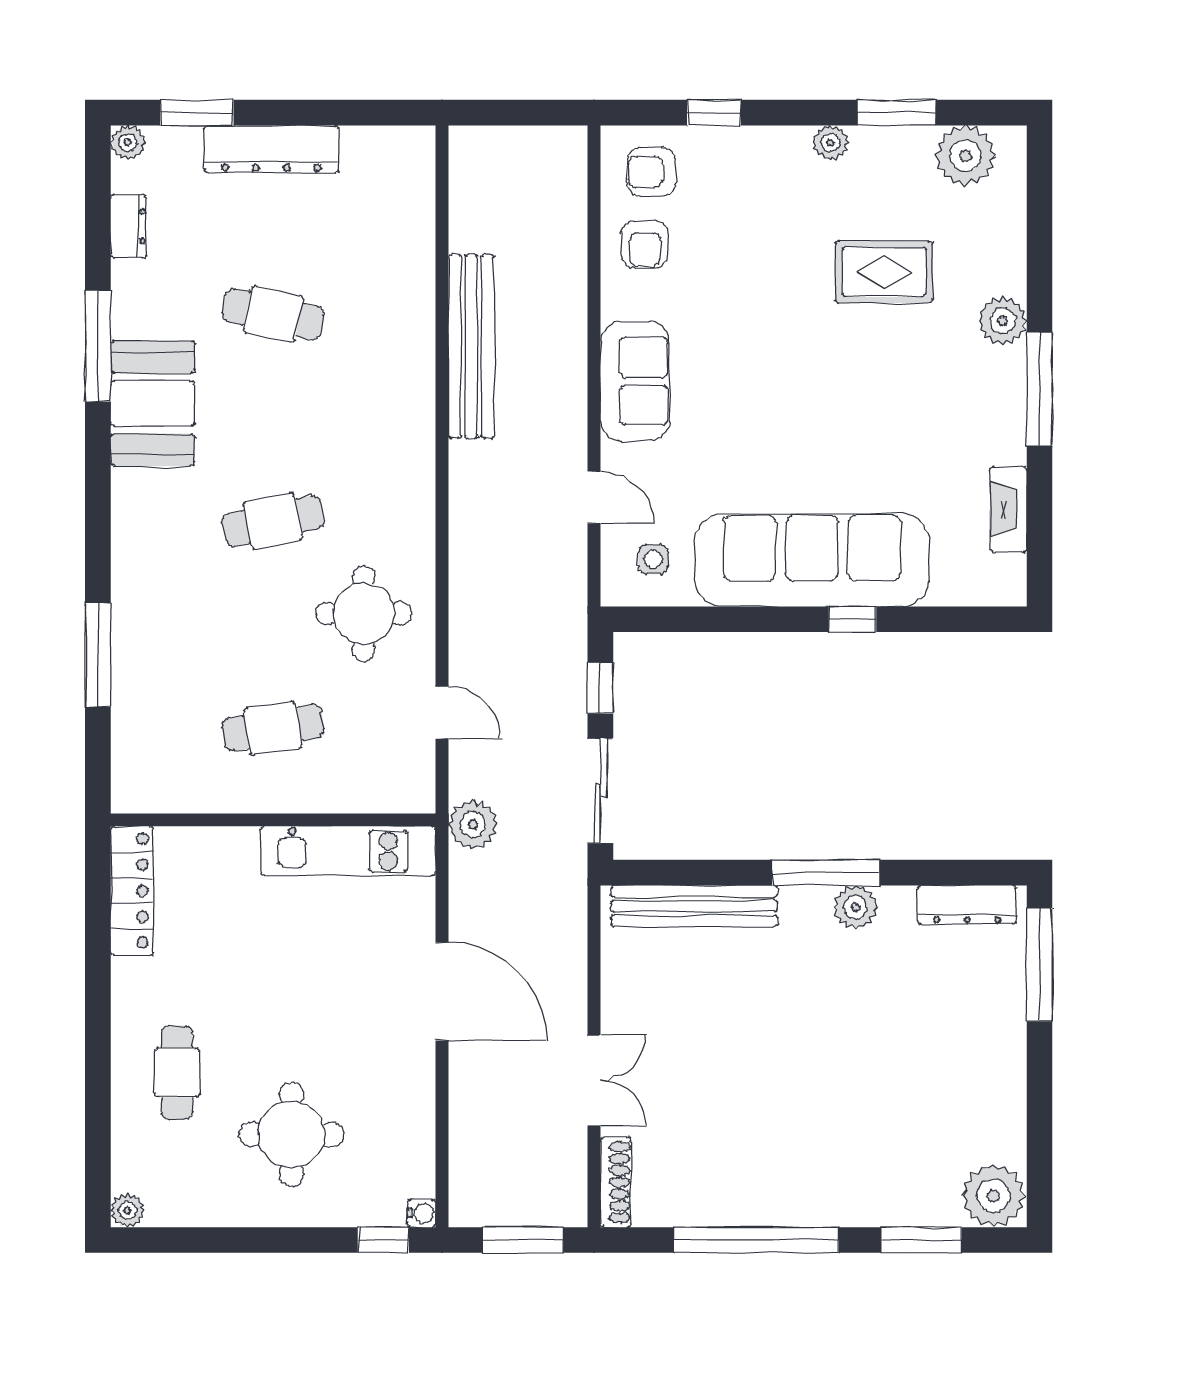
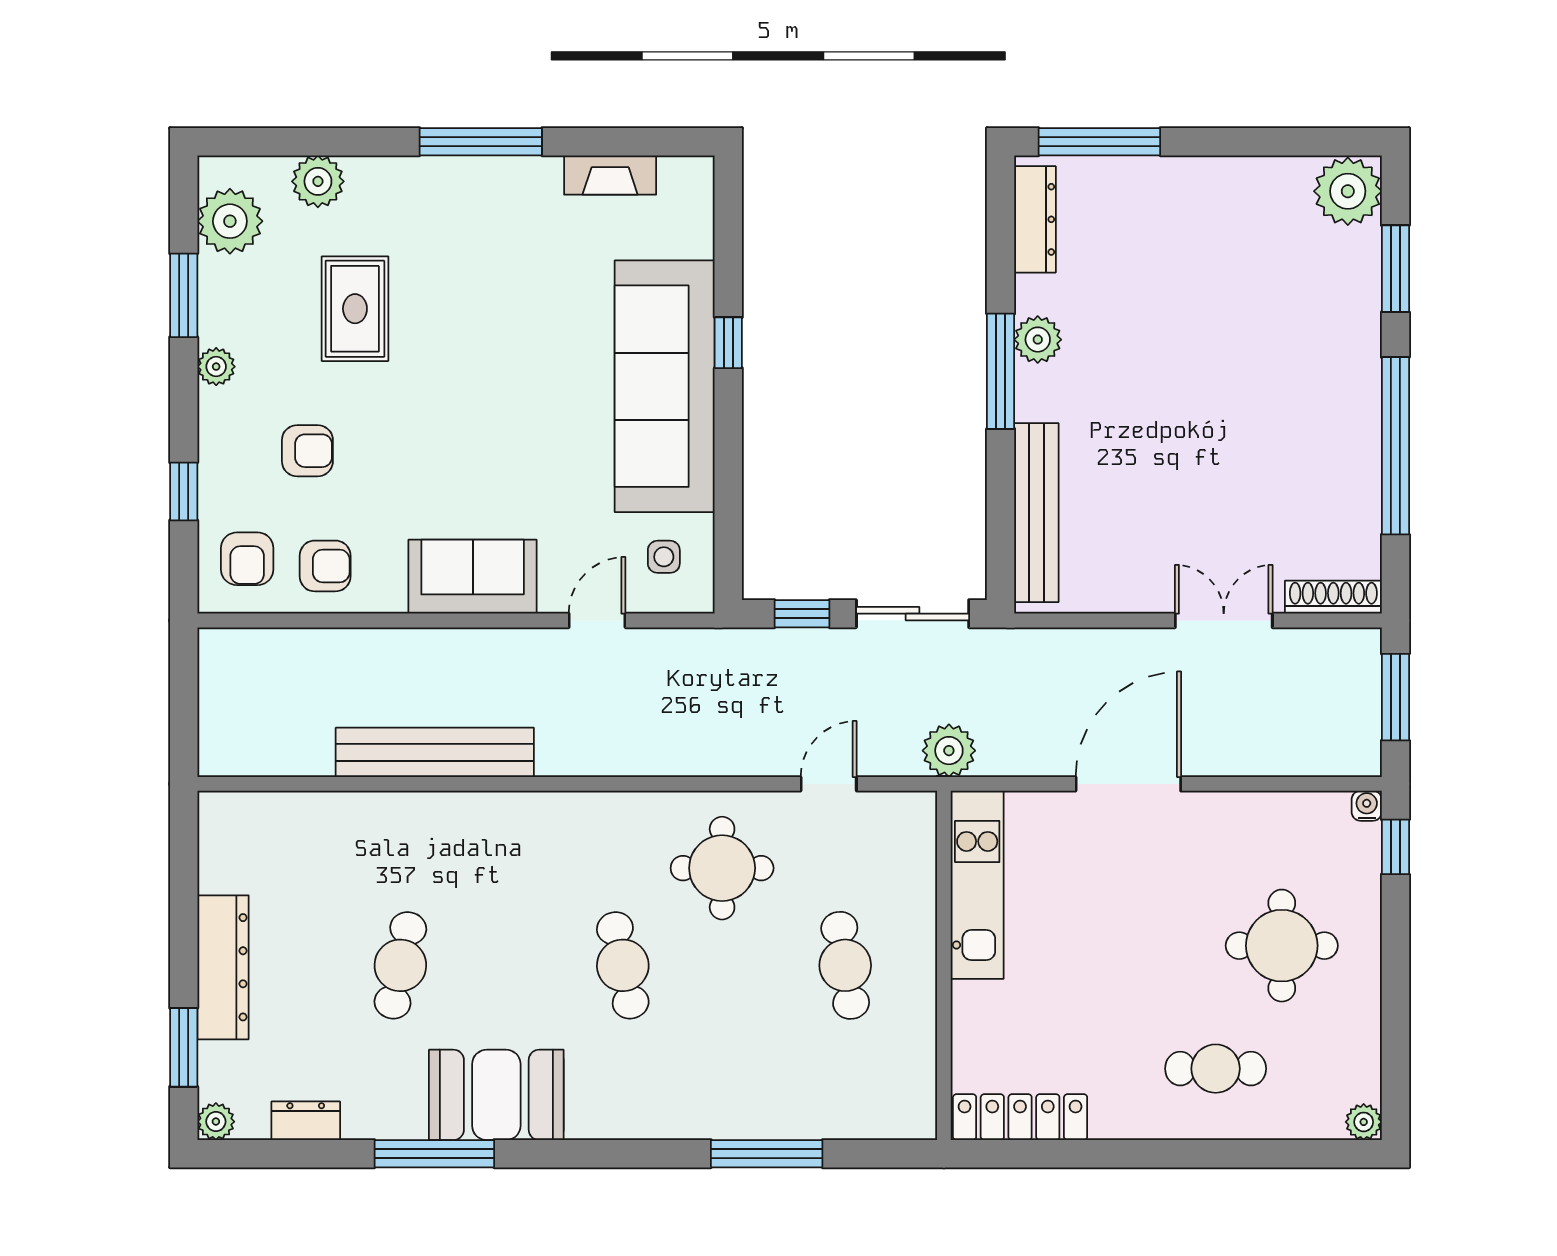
armchair: (752, 228) -> (307, 451), added
plant: (1003, 321) -> (318, 181), moved

